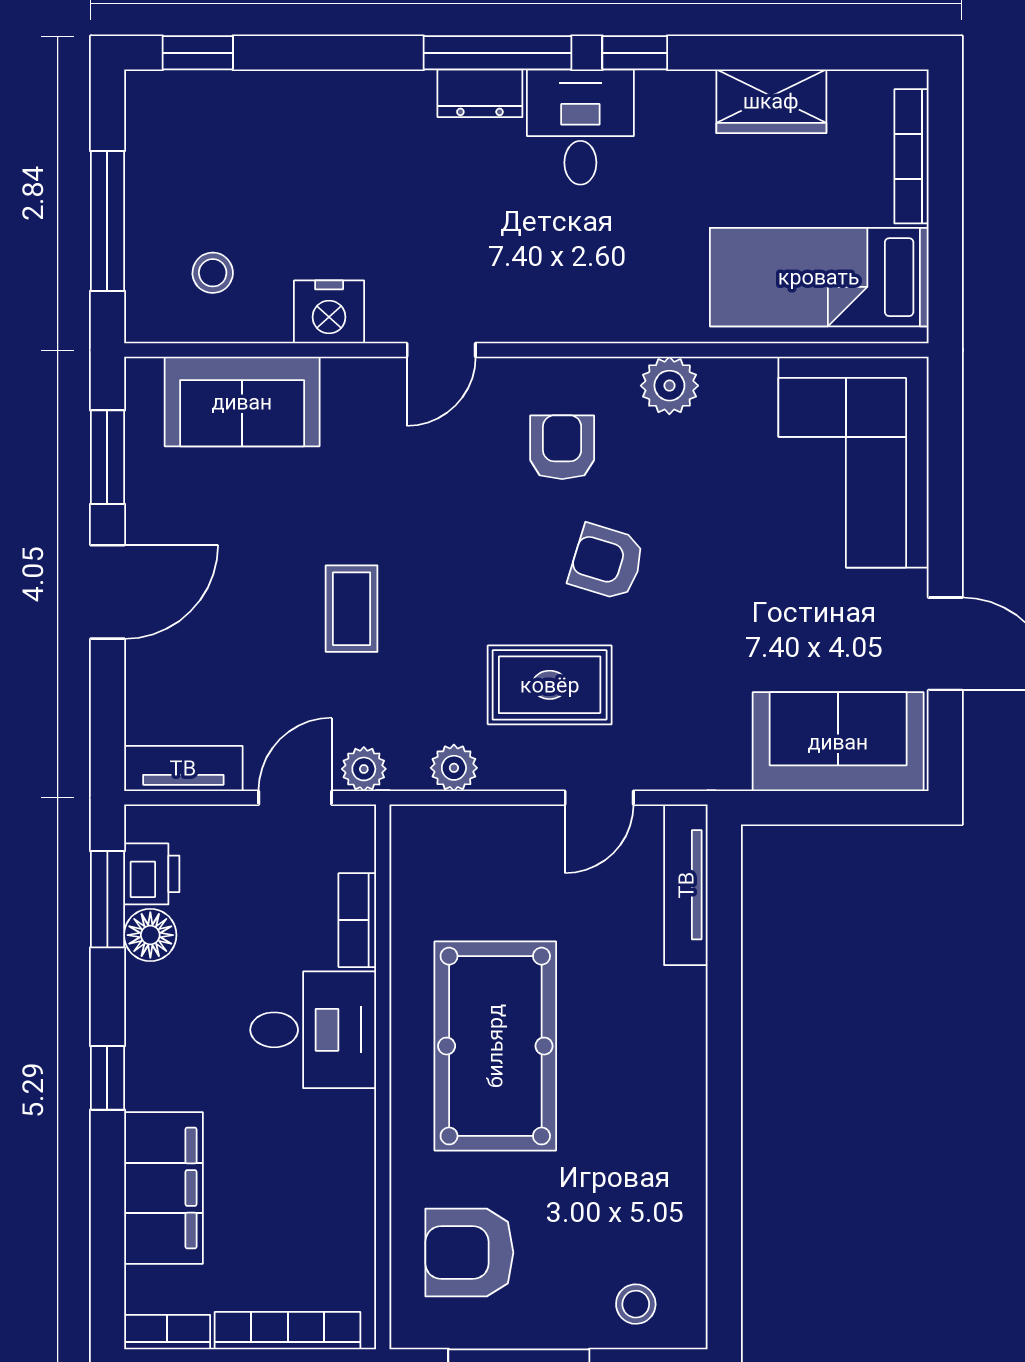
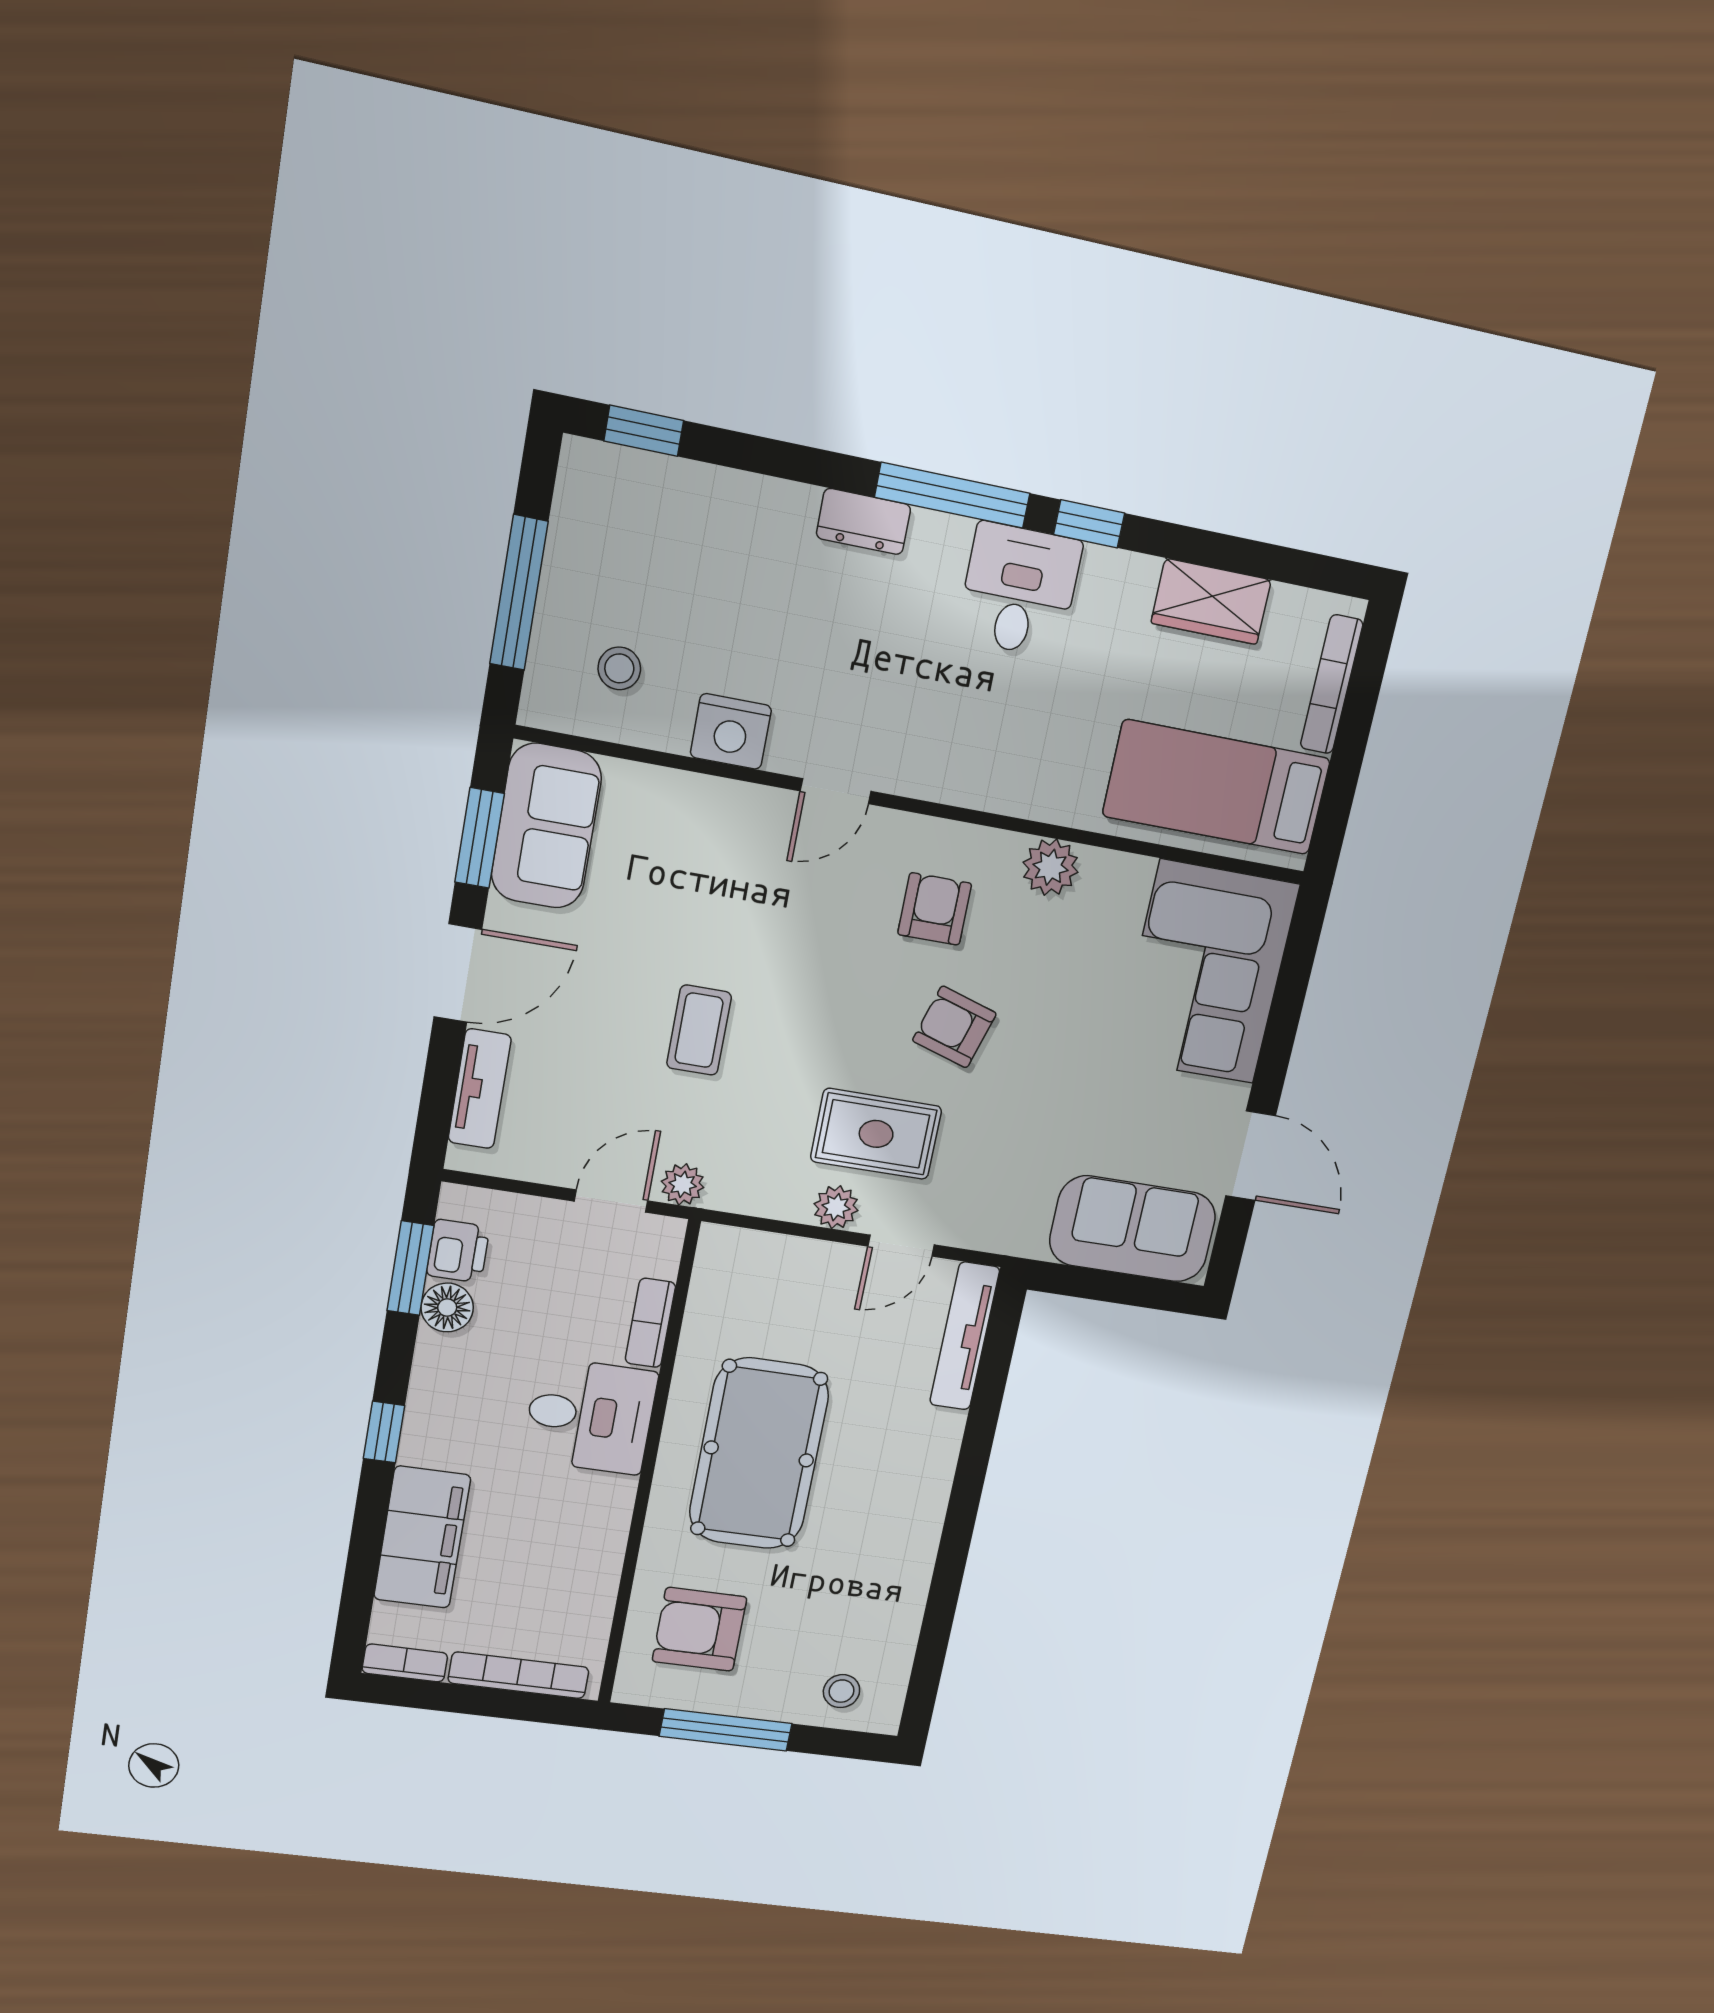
dresser: (480, 93) -> (864, 521), moved
sofa: (242, 402) -> (546, 826), moved, turned -90
tv unit: (183, 768) -> (480, 1089), moved, turned 90
plant: (454, 768) -> (836, 1207), moved

